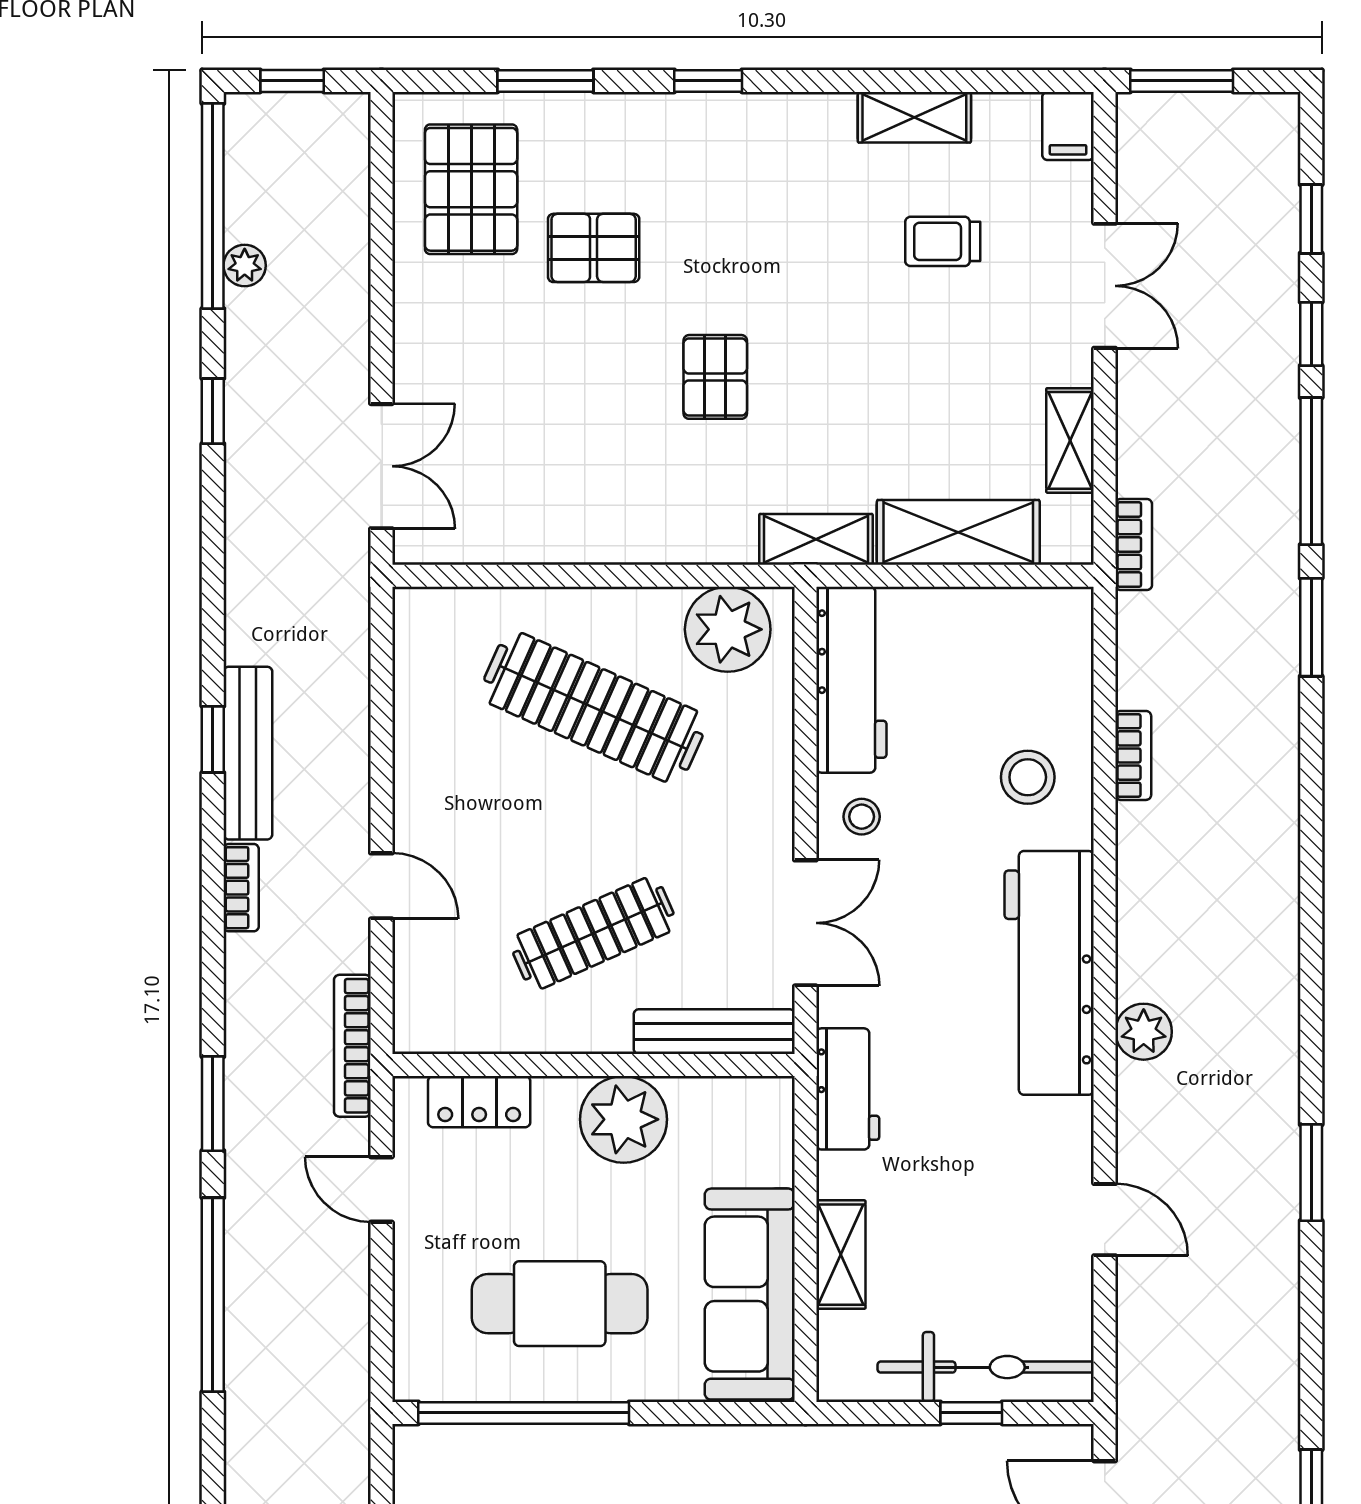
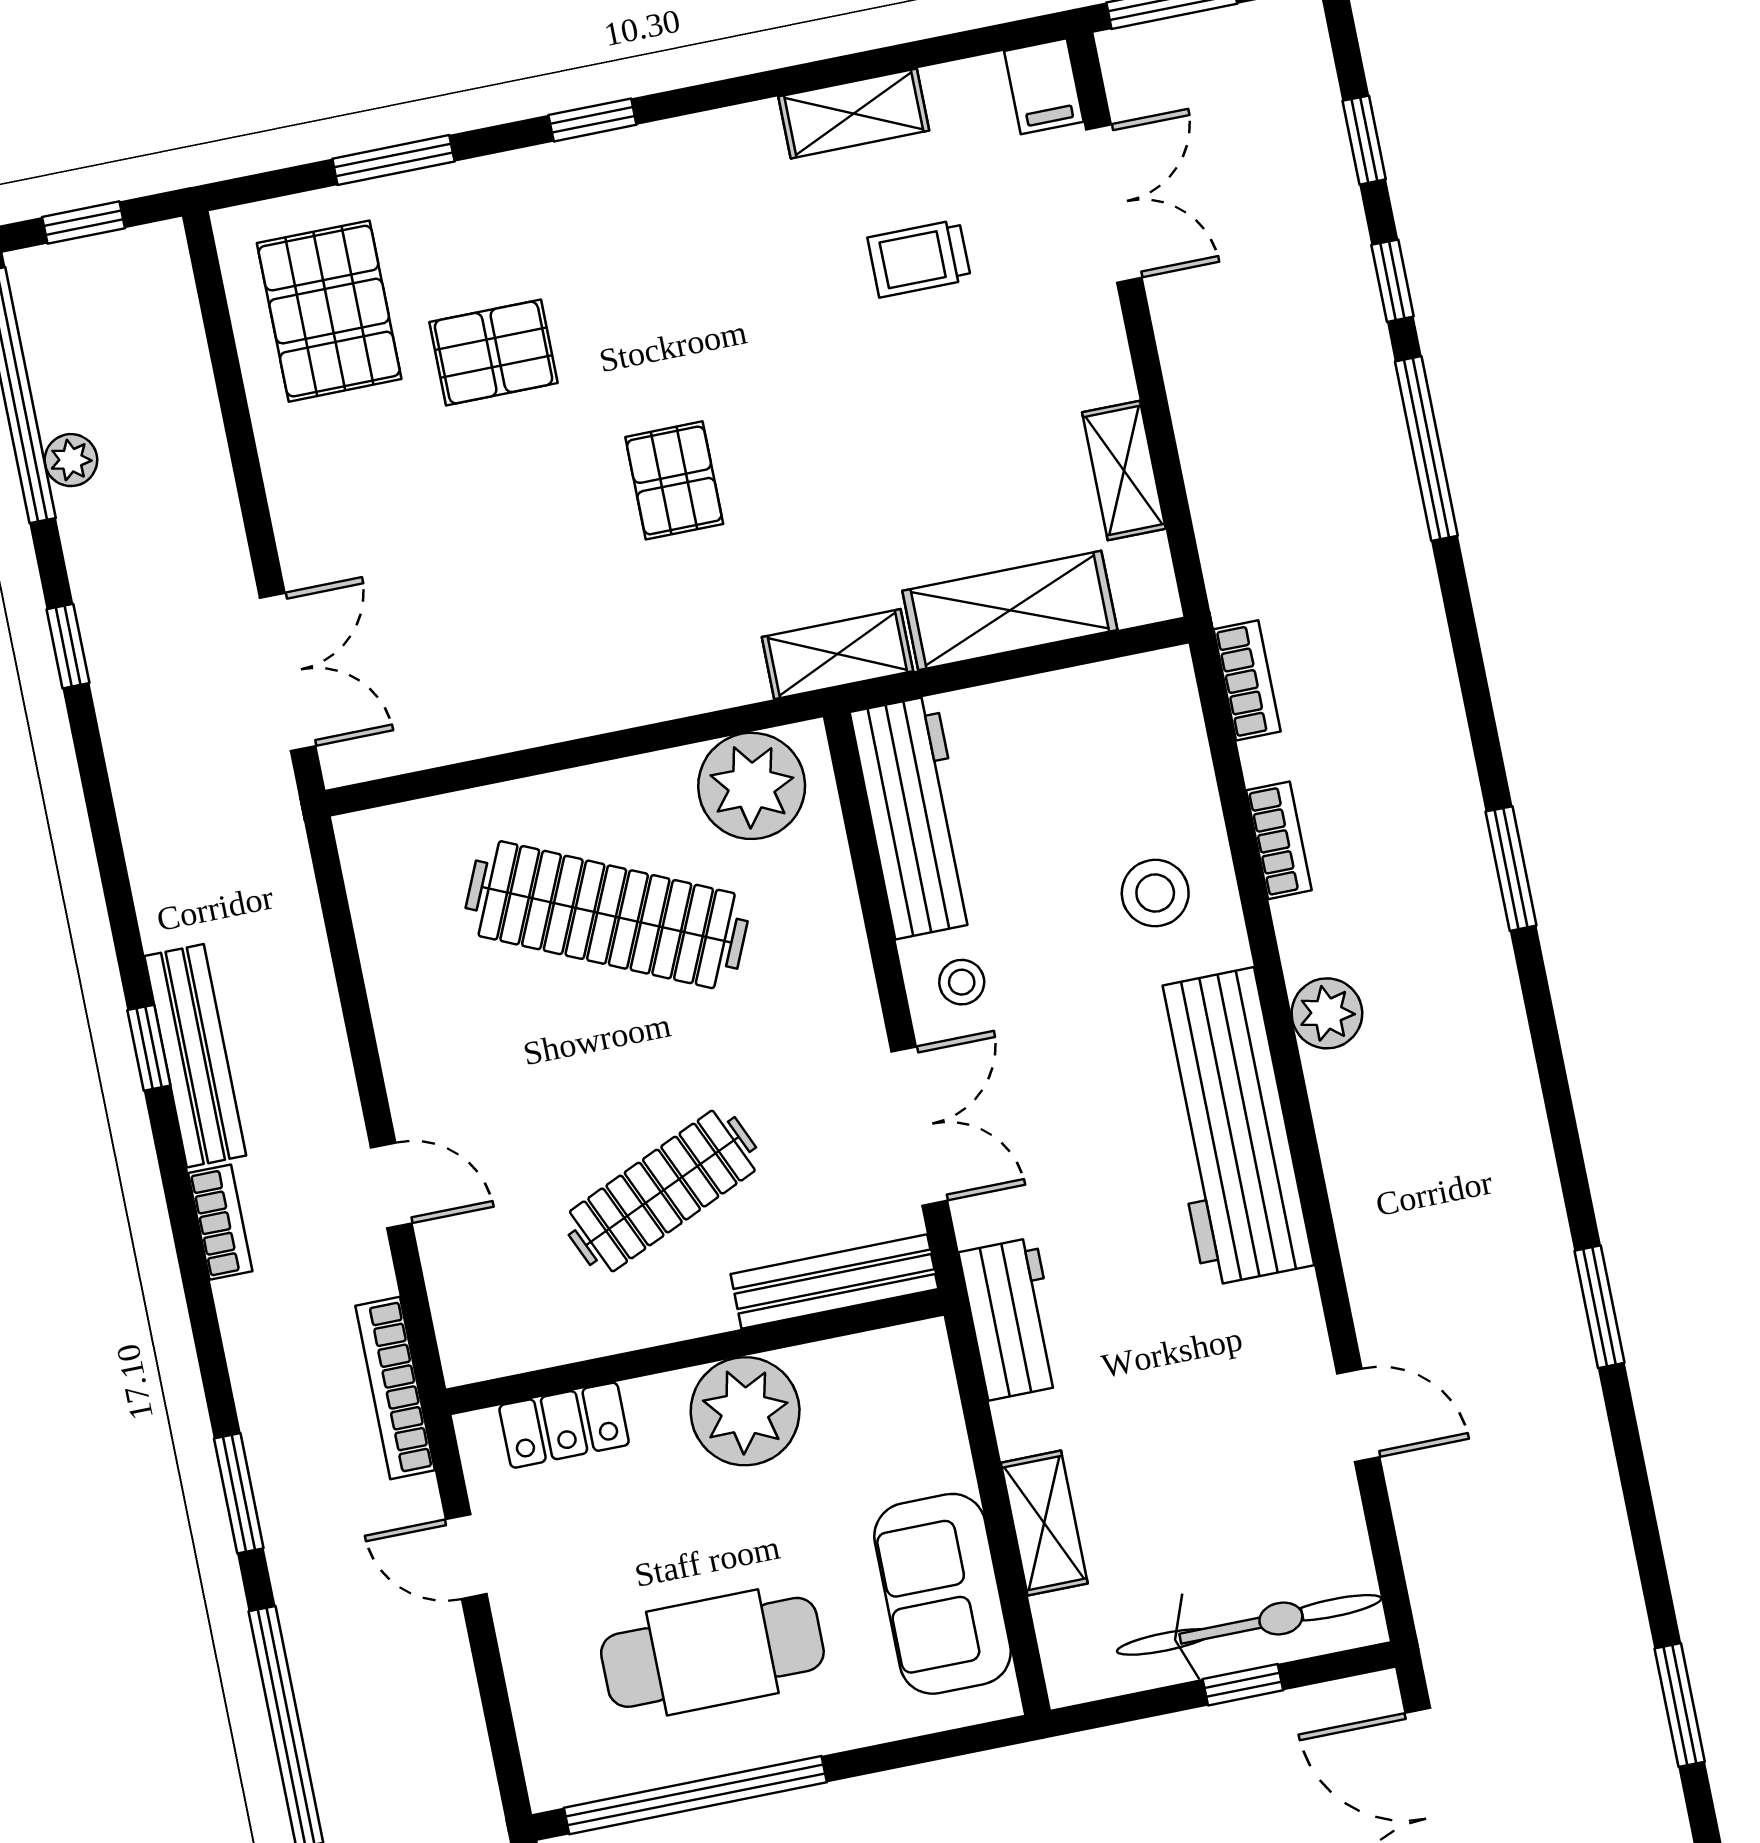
double door: (1105, 286) -> (1114, 203), moved
bookcase: (1134, 545) -> (1247, 680), moved
window: (1311, 627) -> (1511, 869), moved
plant: (1144, 1032) -> (1327, 1013), moved
sofa: (750, 1294) -> (943, 1594), width x0.73

